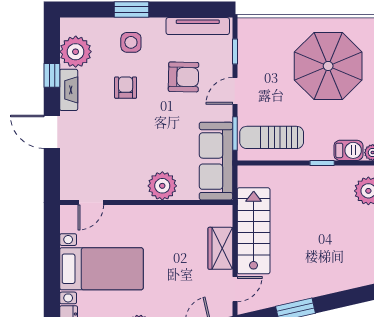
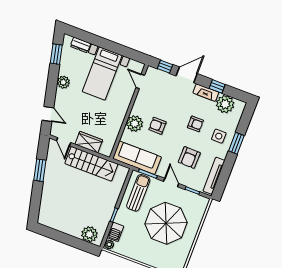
parasol: (328, 66) -> (166, 223), moved
armchair: (152, 148) -> (157, 126), added
window: (52, 172) -> (165, 67), added

